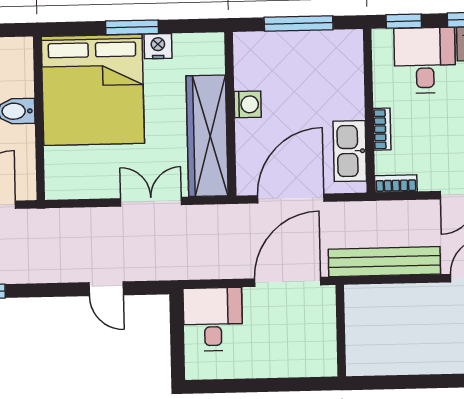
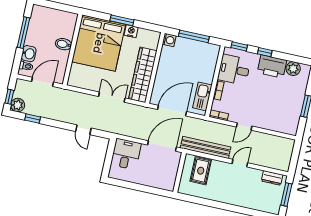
desk: (425, 60) -> (234, 70), moved, turned -90
washing machine: (248, 104) -> (169, 40), moved
rug: (386, 315) -> (201, 171), added

